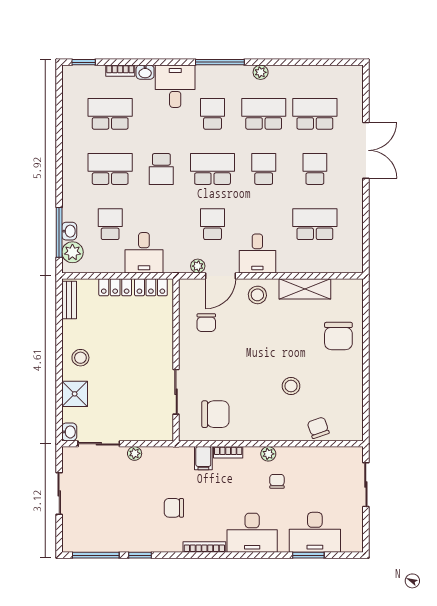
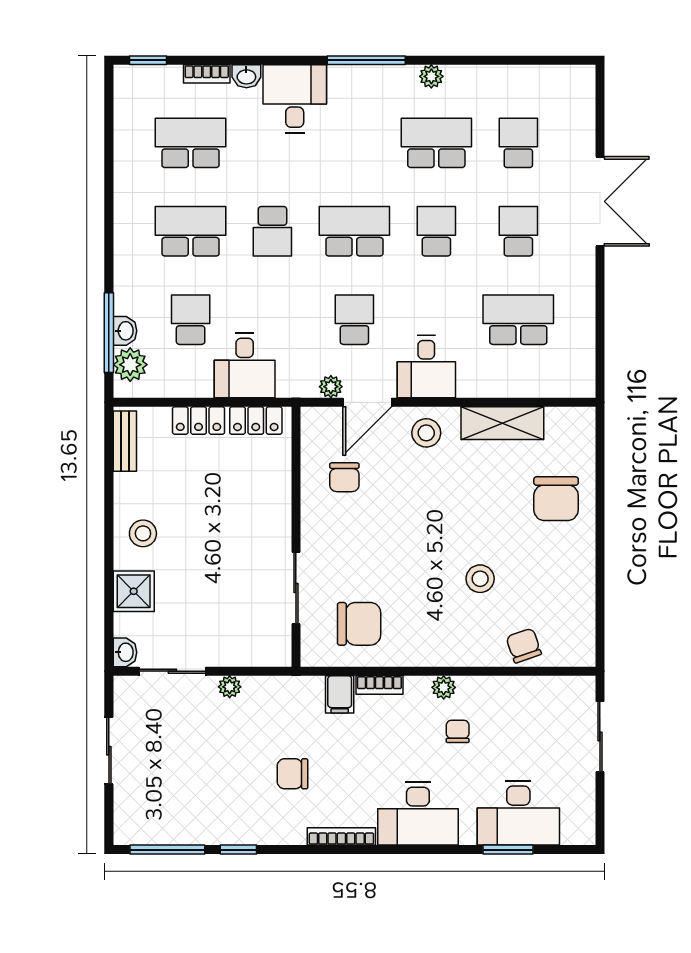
school desk: (213, 114) -> (354, 143), removed
school desk: (315, 114) -> (518, 143), width x0.54

